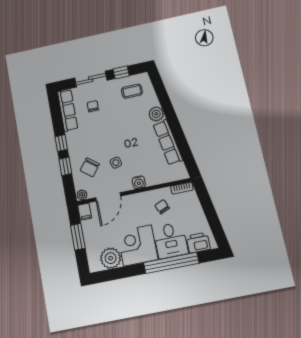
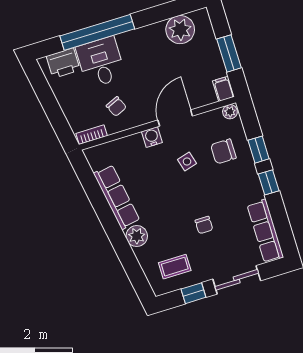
chair: (93, 106) -> (204, 225), moved
chair: (90, 167) -> (223, 151), turned -128
door: (108, 197) -> (175, 118), moved
corner desk: (137, 245) -> (145, 51), removed

